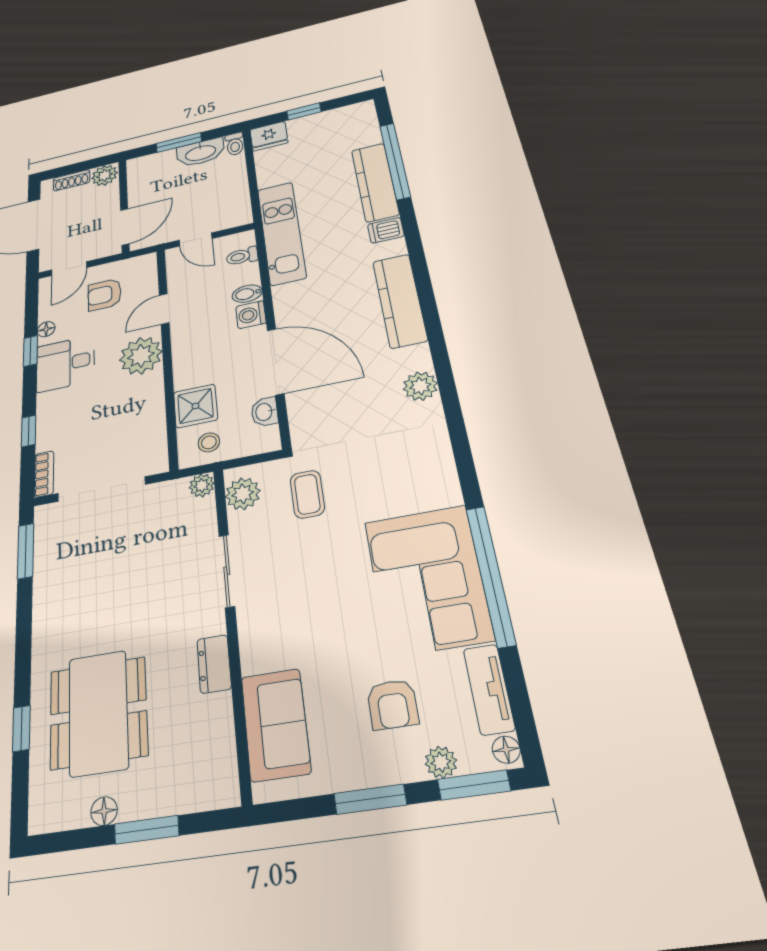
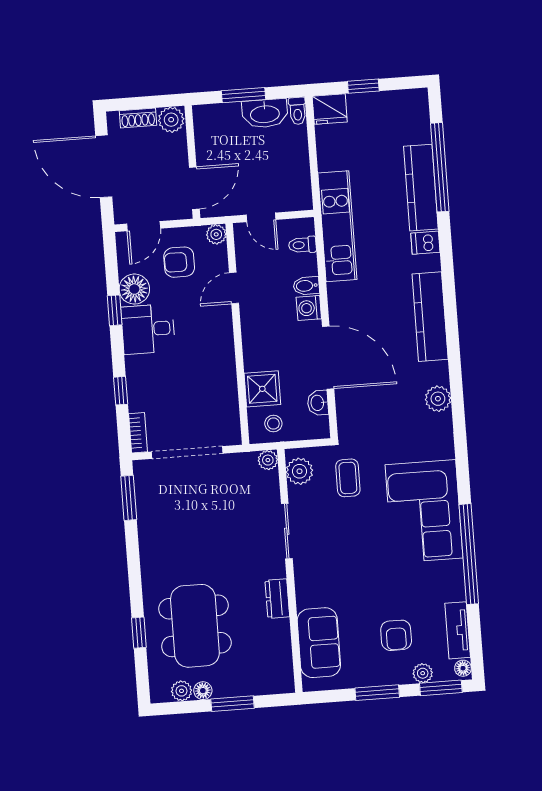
floor lamp: (46, 329) -> (134, 289), width x1.89, depth x1.89
plant: (141, 356) -> (216, 234), moved, width x0.53, depth x0.53
corner sofa: (427, 580) -> (424, 511), moved
plant: (73, 813) -> (182, 691), added

